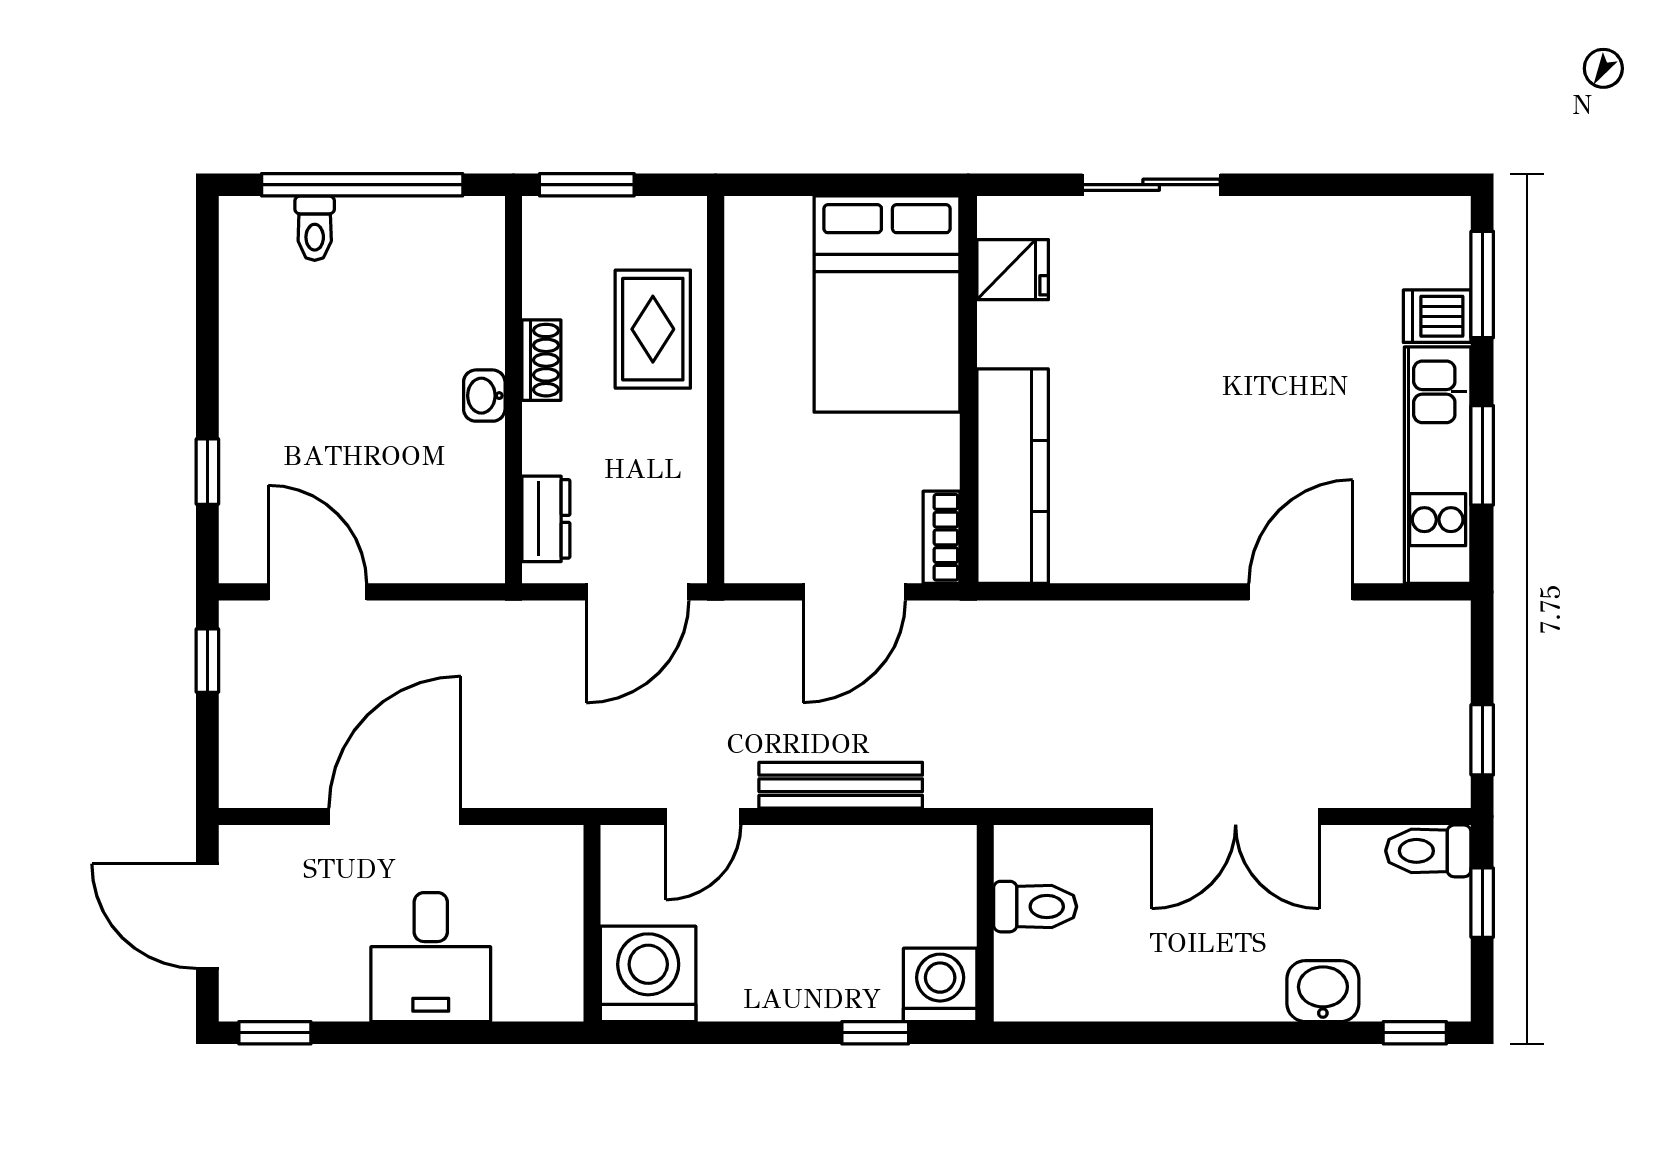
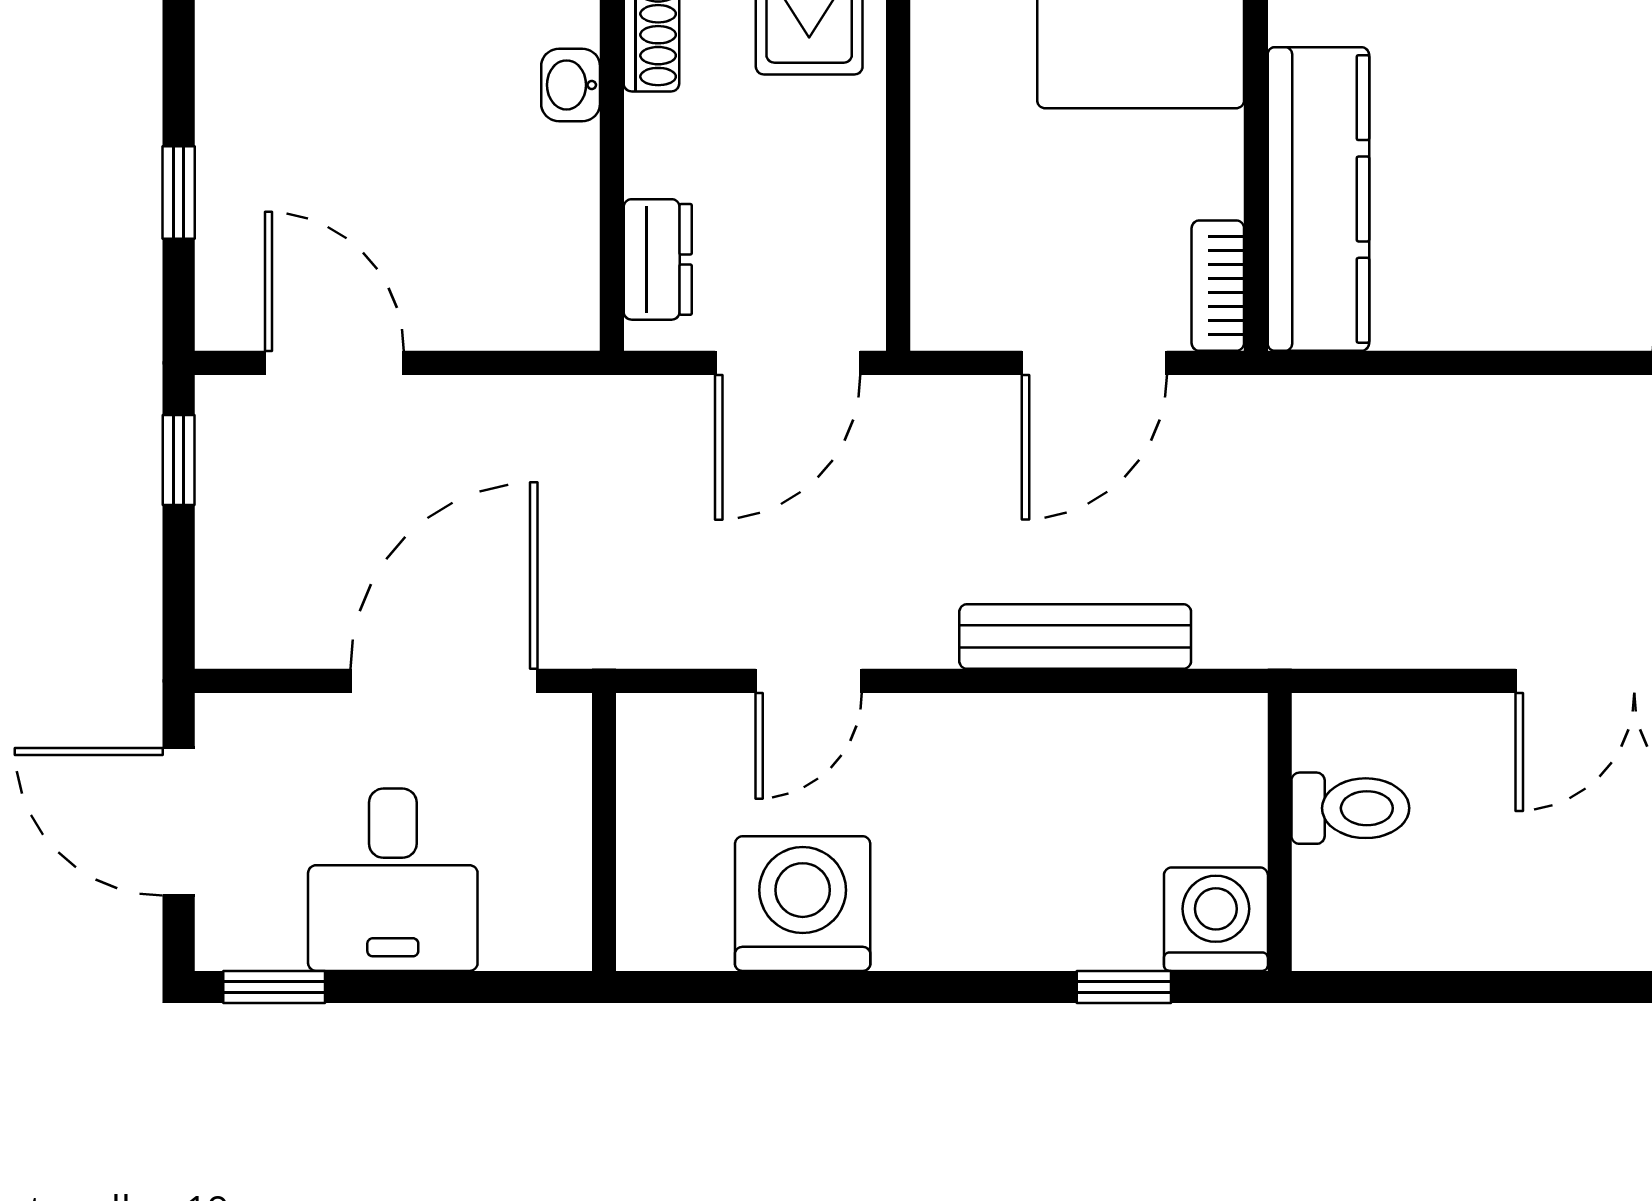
door: (703, 817) -> (809, 681), moved
wall: (592, 923) -> (604, 832), moved
desk: (431, 957) -> (393, 880), moved

